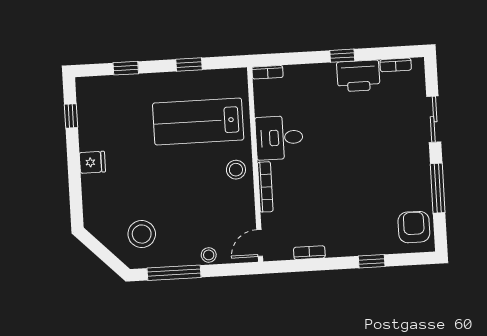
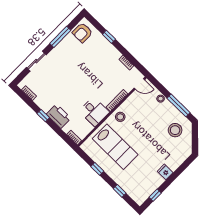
printer: (358, 76) -> (59, 116), moved

